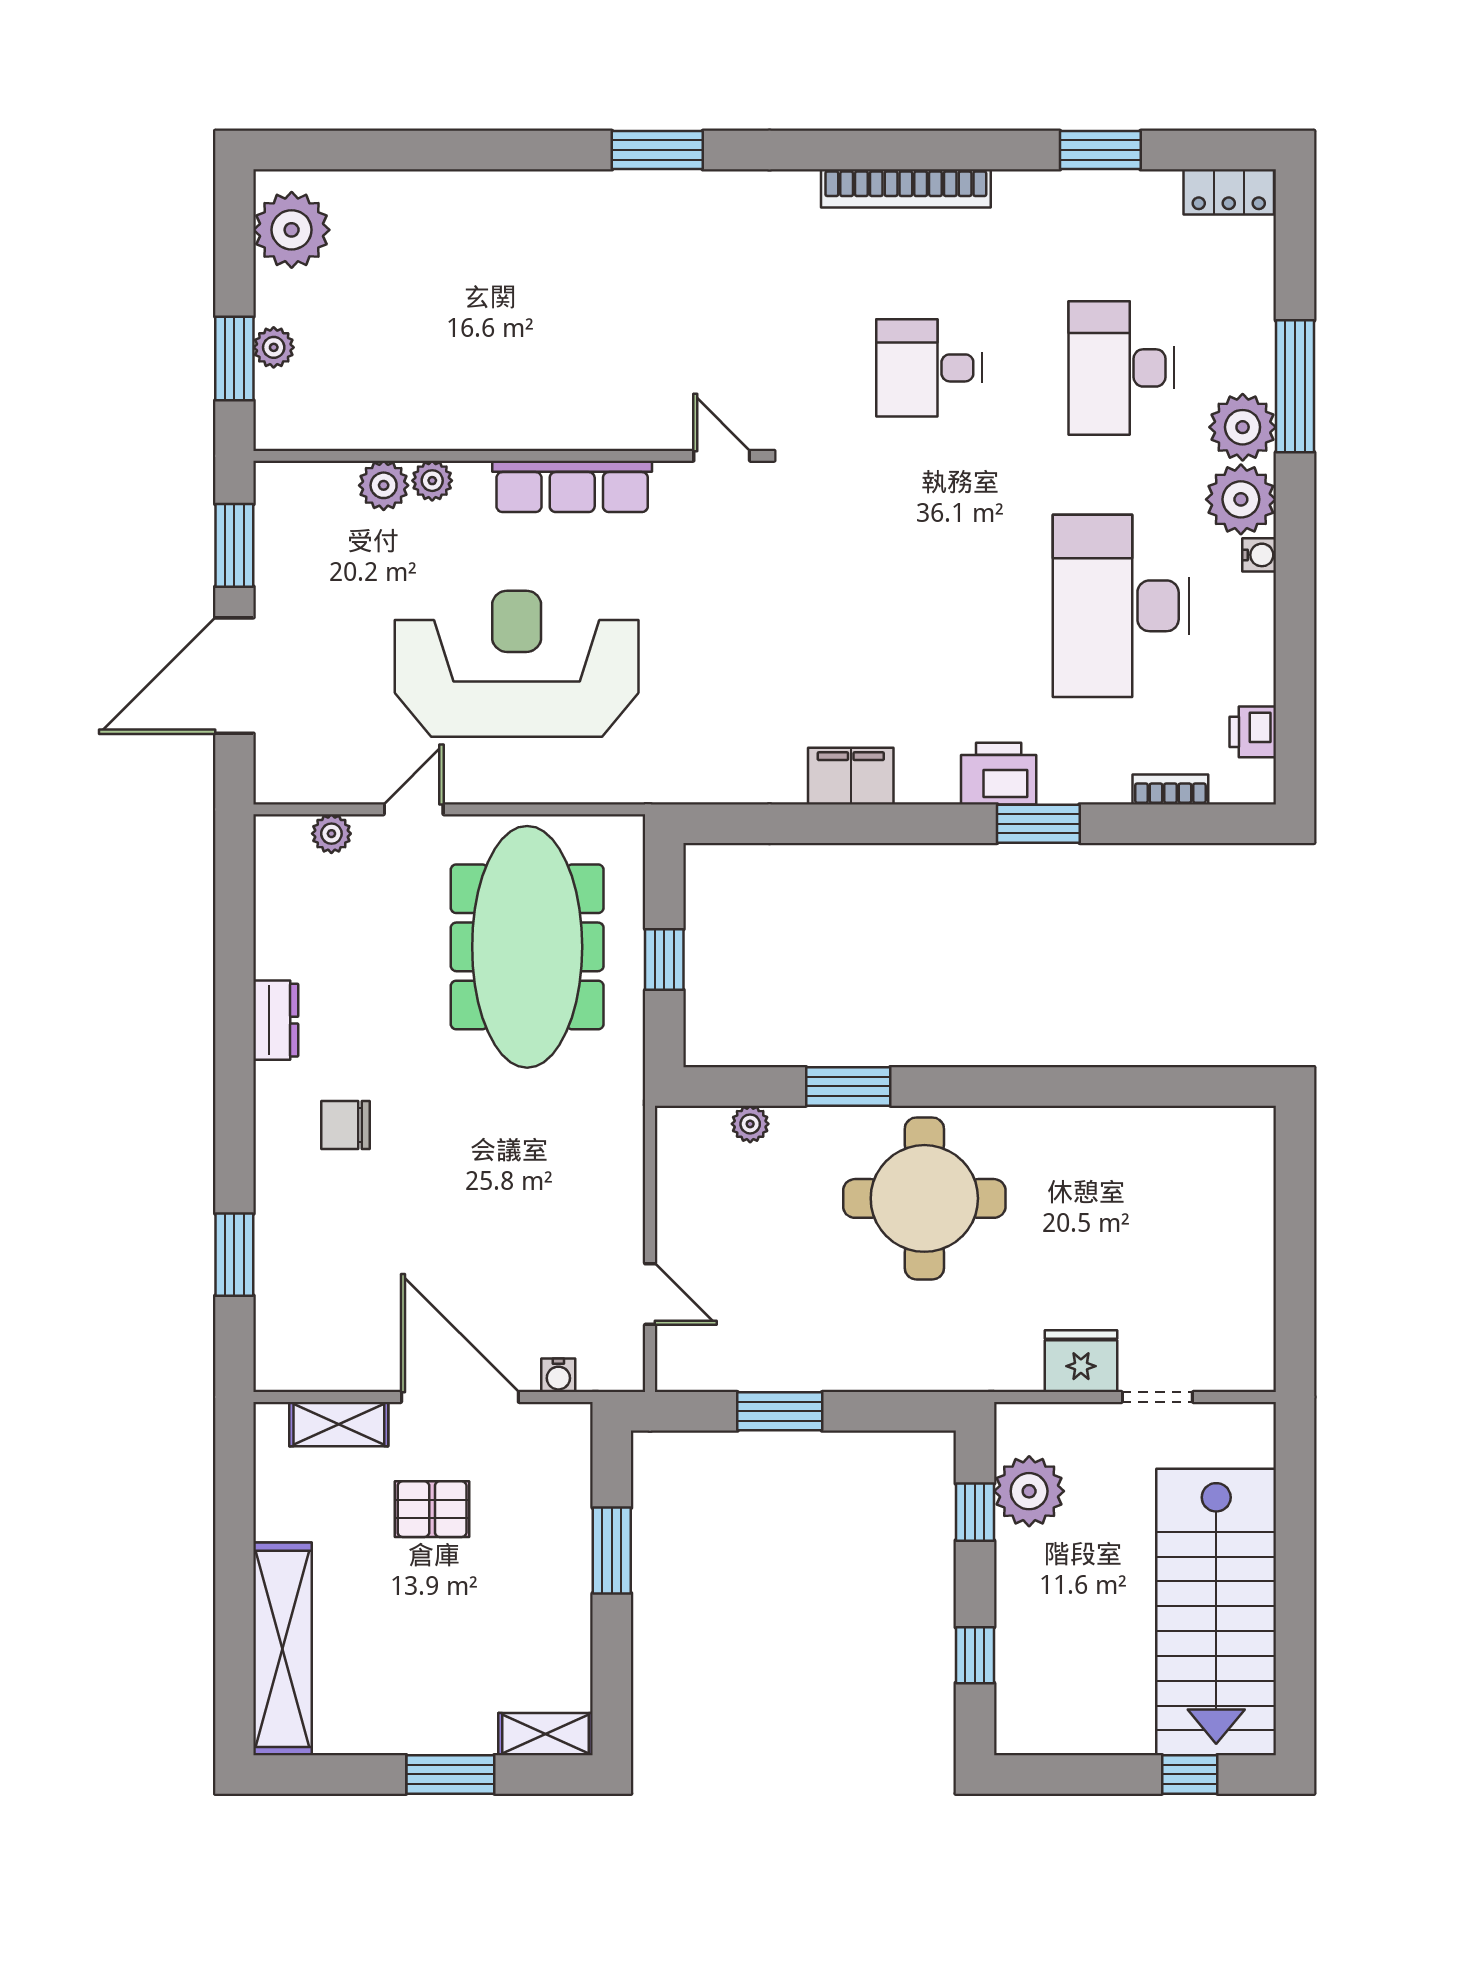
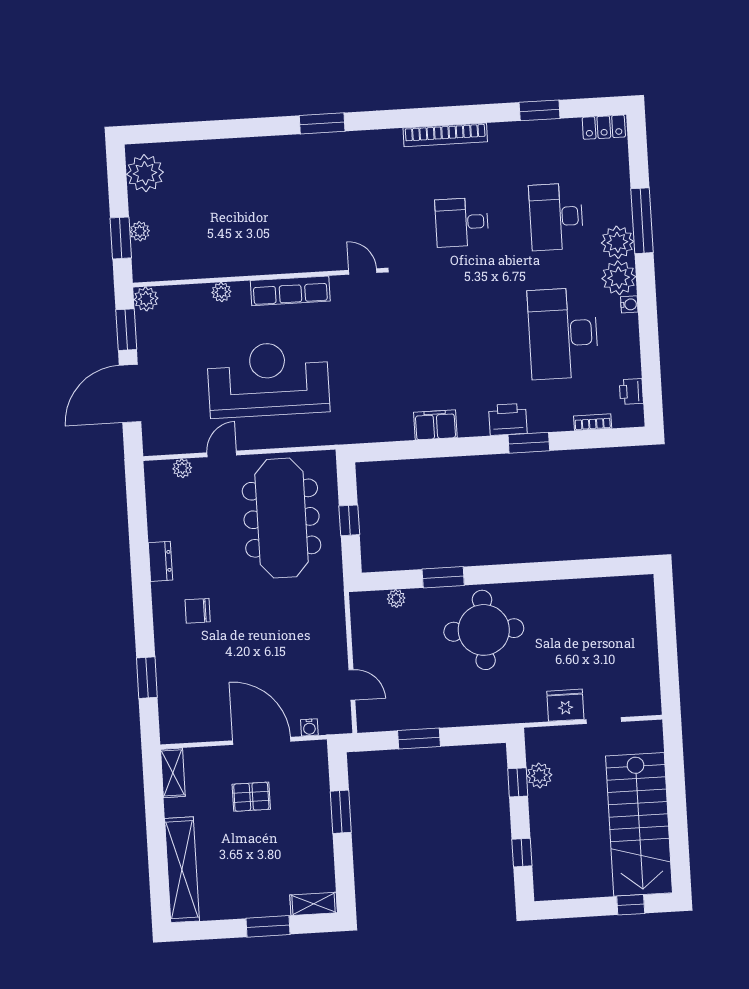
plant: (384, 485) -> (146, 299), moved
shelving: (339, 1424) -> (173, 773), moved, turned 90
plant: (1029, 1491) -> (539, 775), width x0.73, depth x0.73

